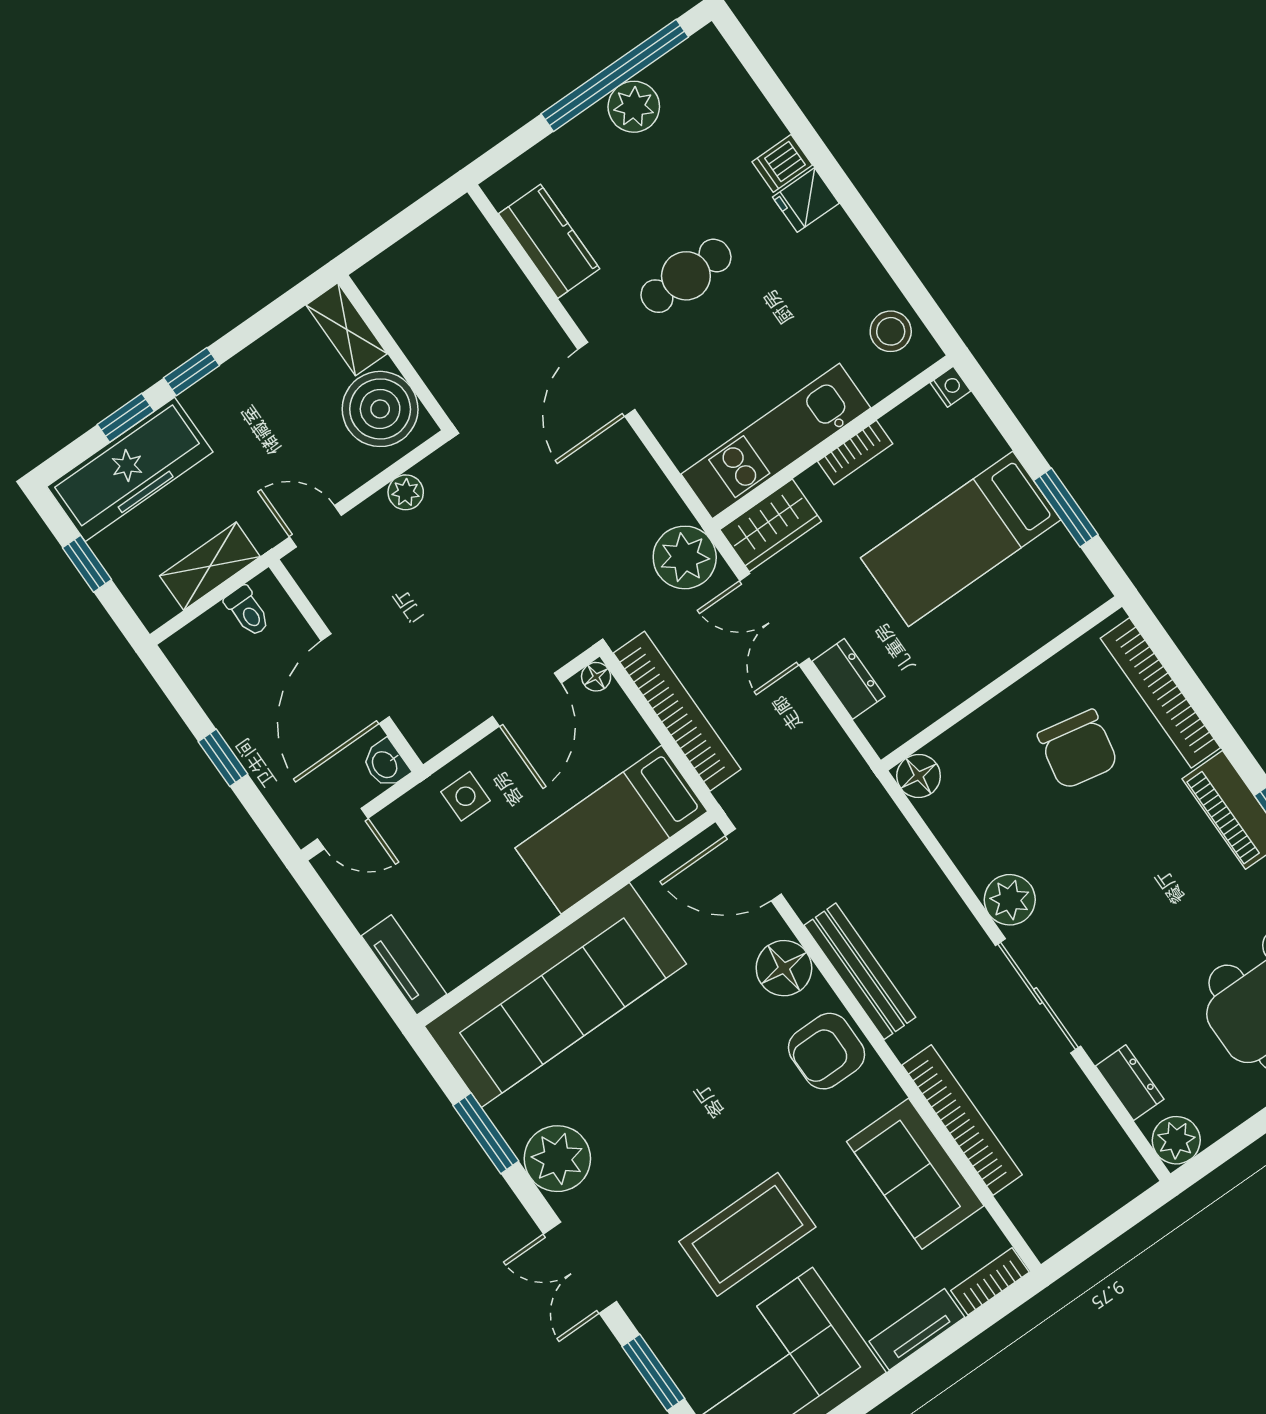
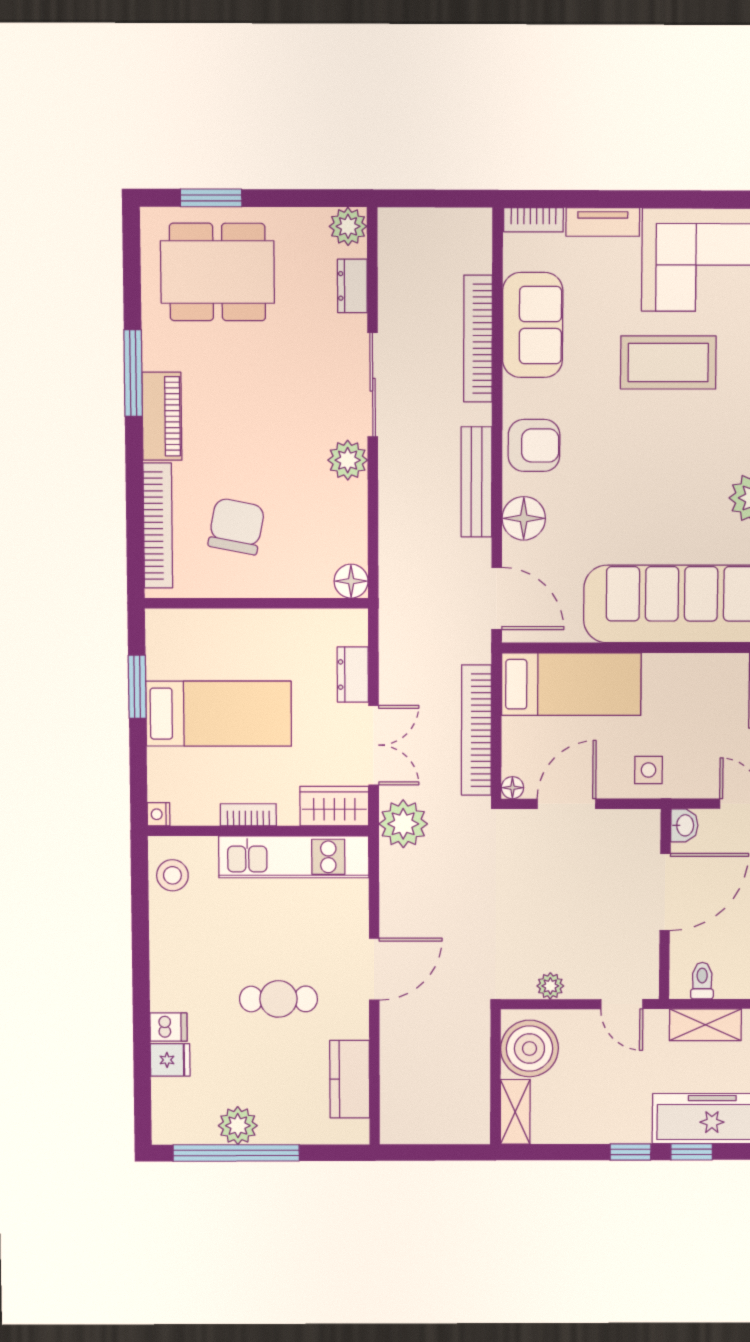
fridge: (806, 200) -> (170, 1060), moved

